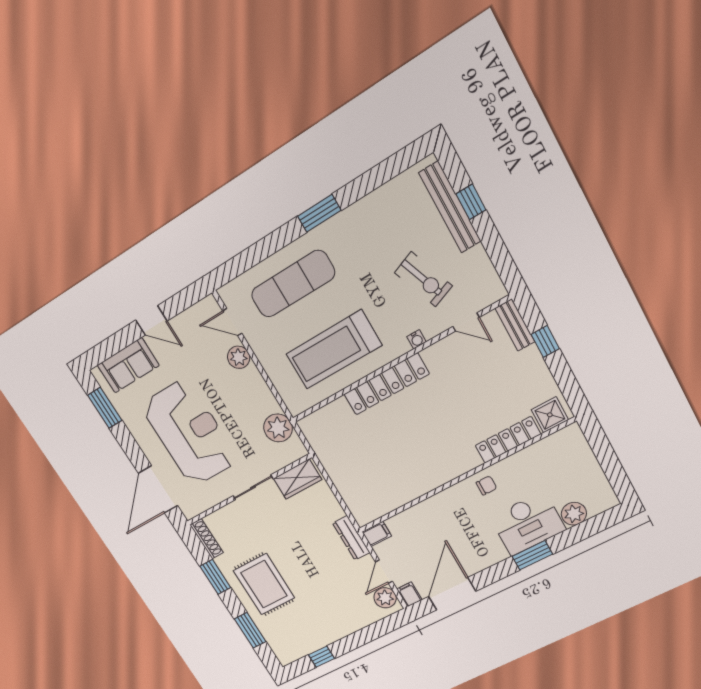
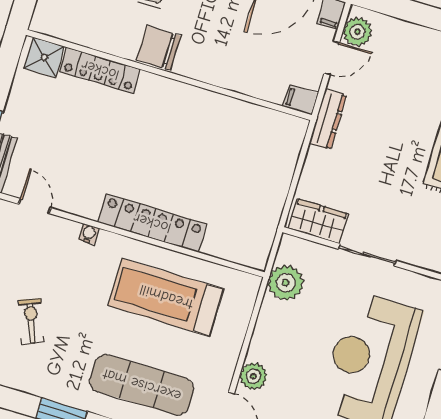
exercise bike: (423, 279) -> (31, 321), moved, width x0.73, depth x0.72
treadmill: (334, 350) -> (166, 297), turned 180
chair: (486, 485) -> (158, 48), width x1.87, depth x1.87

